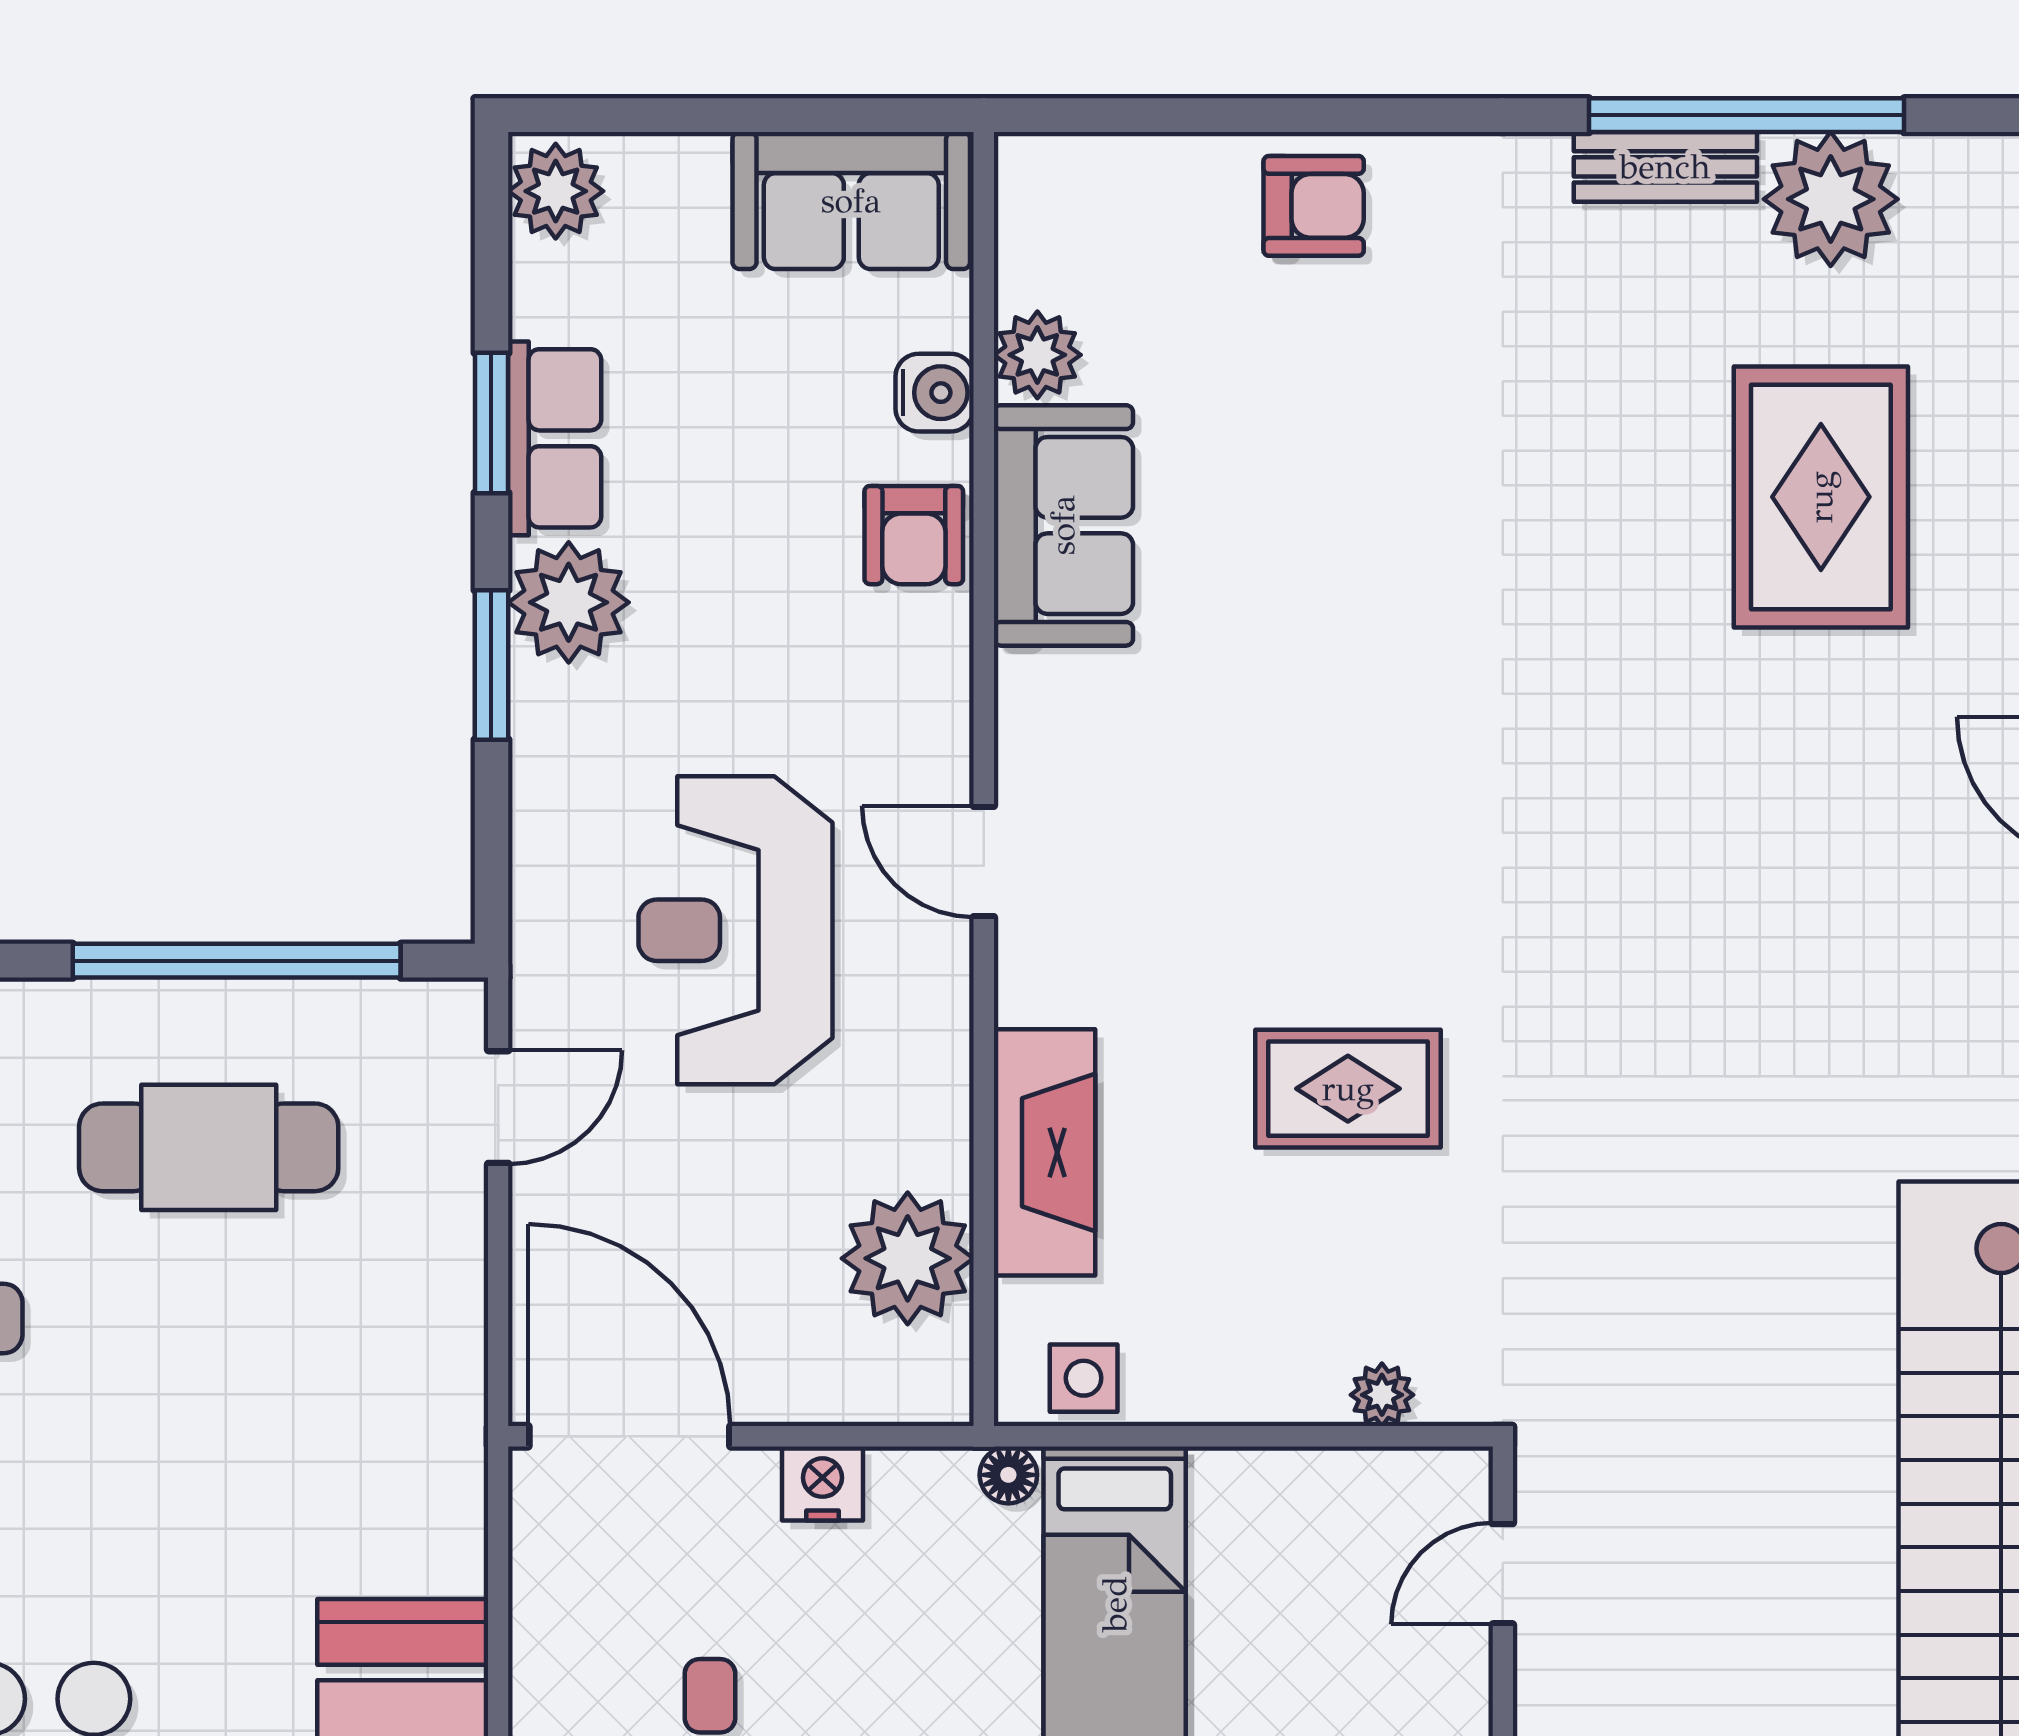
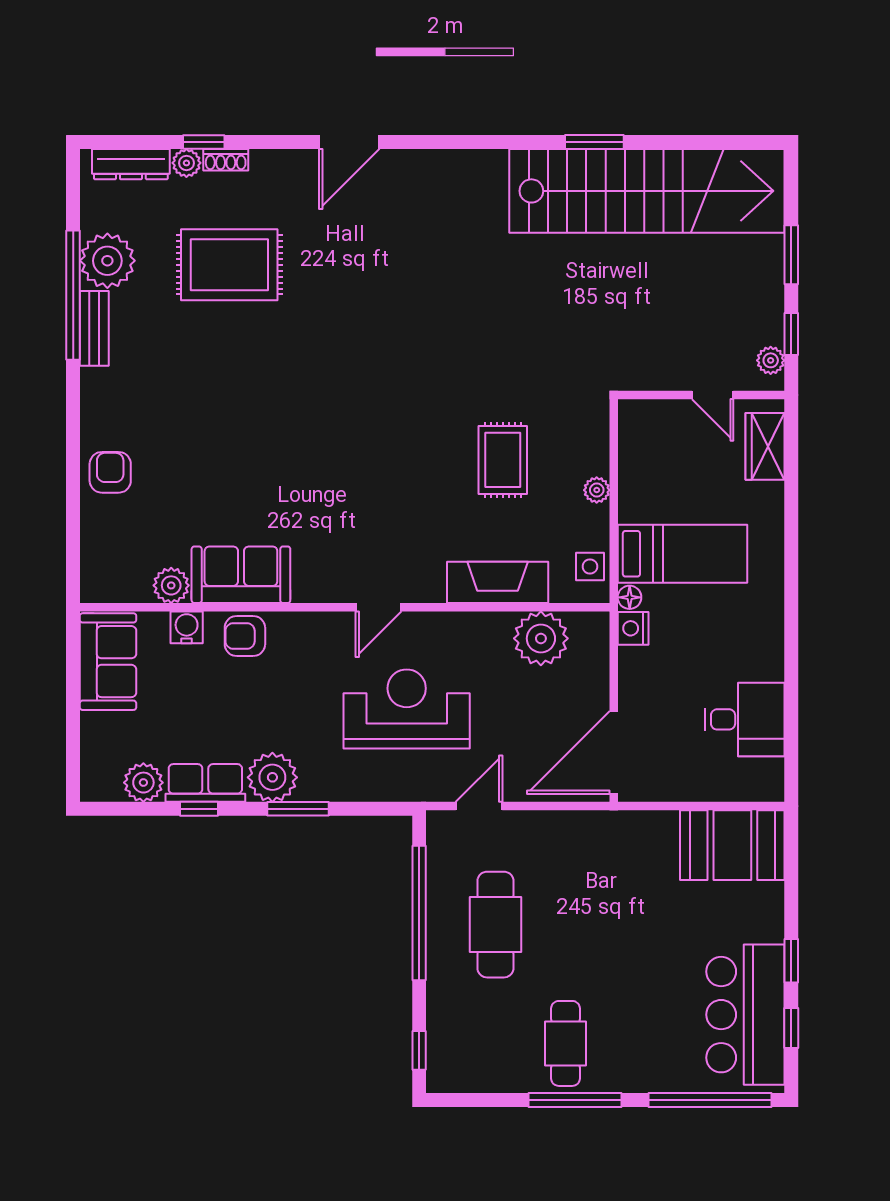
plant: (556, 191) -> (143, 783), moved
window: (491, 423) -> (199, 809), width x0.67
armchair: (914, 535) -> (245, 636), turned 180
reception desk: (735, 930) -> (407, 709), turned 180
rug: (1348, 1089) -> (503, 460), moved
door: (498, 1107) -> (479, 806), hinge flipped
plant: (1382, 1395) -> (597, 490), moved
nightstand: (822, 1483) -> (633, 628), moved
door: (1503, 1574) -> (713, 395), moved

